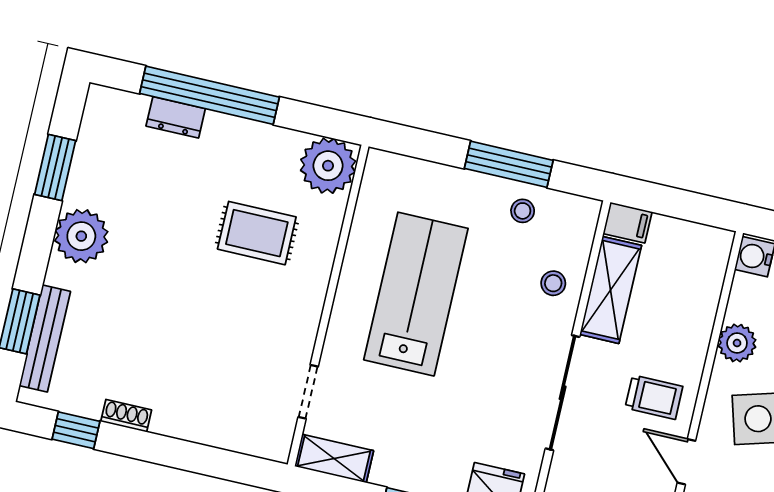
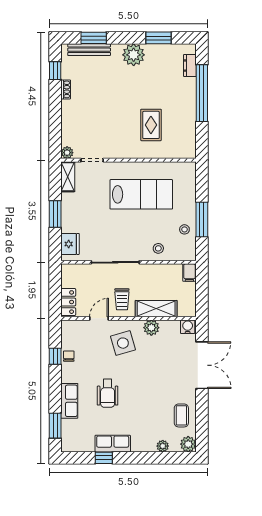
dresser: (176, 117) -> (190, 66), moved
plant: (328, 166) -> (67, 153), moved, width x0.53, depth x0.53
shelving: (611, 290) -> (156, 309), moved

